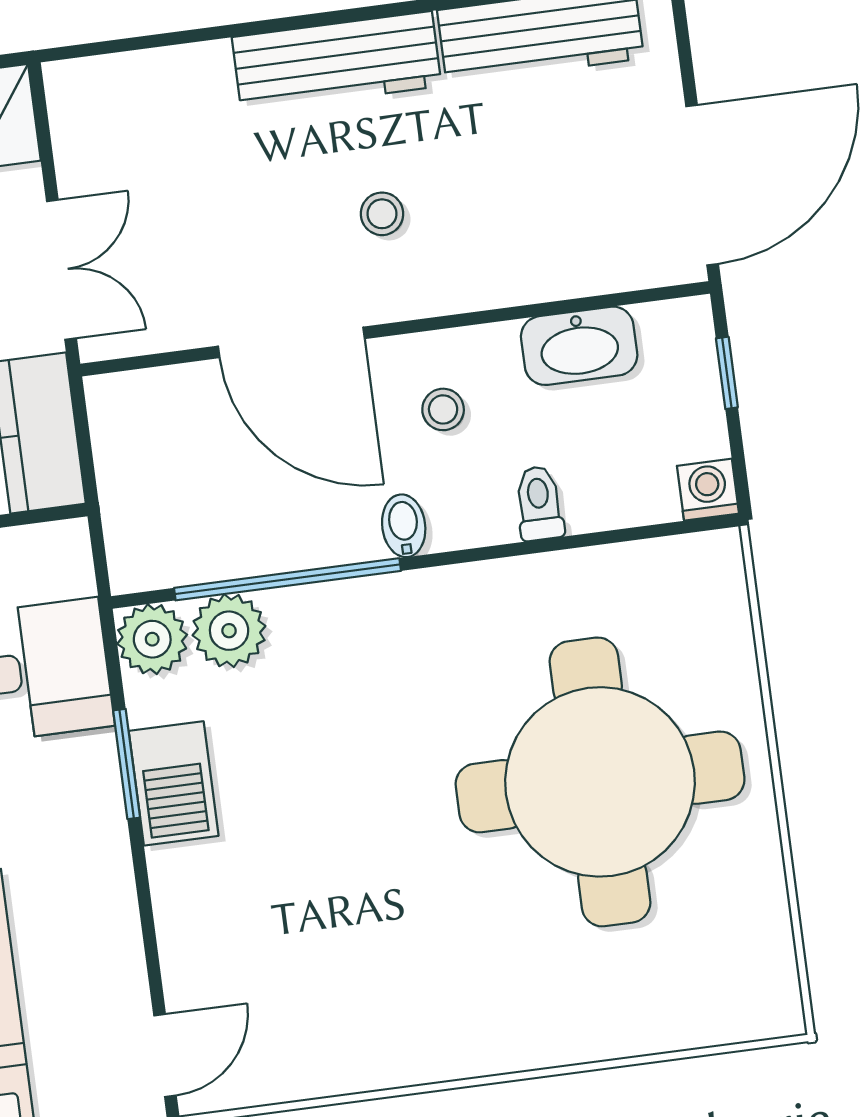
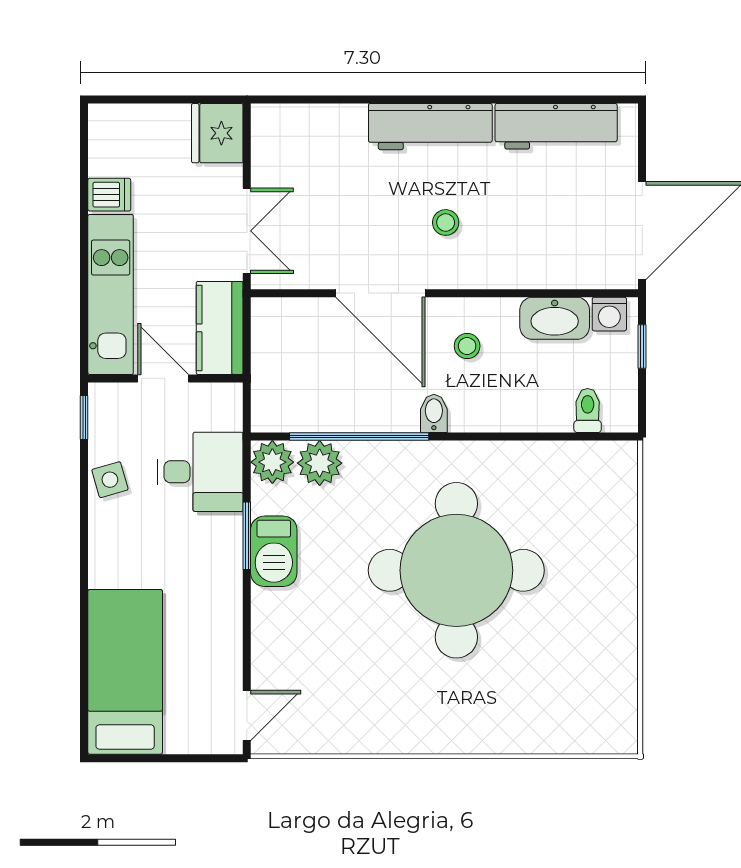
washing machine: (708, 490) -> (609, 314), moved, turned 180
toilet: (539, 503) -> (588, 411), moved
round table: (600, 782) -> (456, 570), moved

